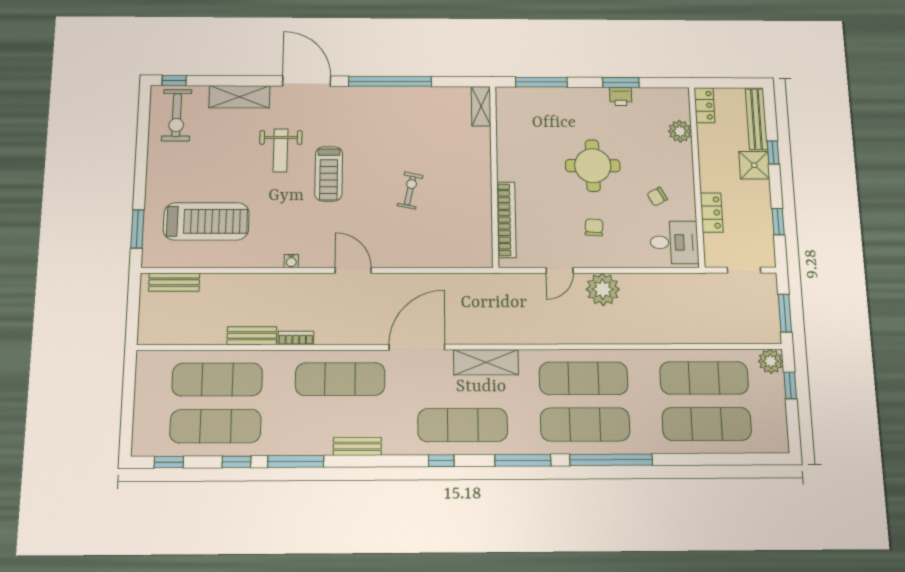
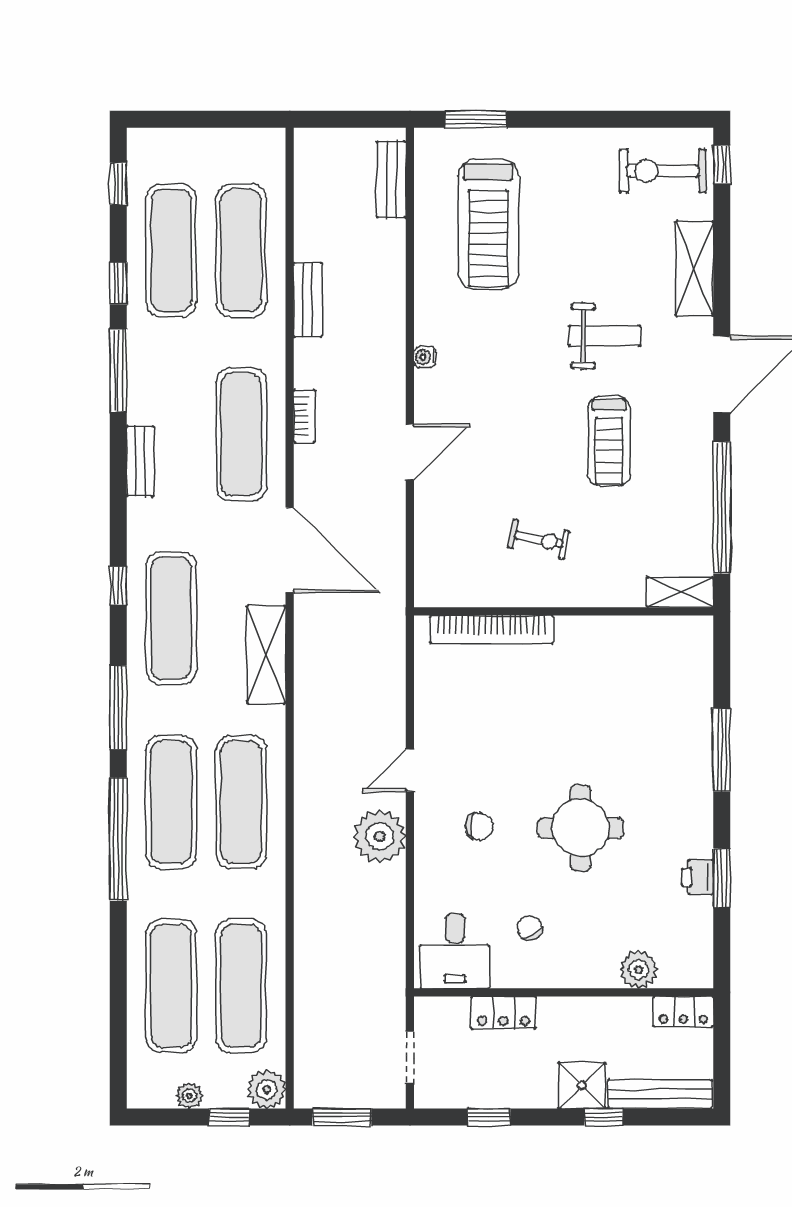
shelving: (481, 106) -> (680, 592), moved
weight bench: (281, 150) -> (605, 336), turned 180
treadmill: (329, 174) -> (609, 441), moved, turned -90
wall: (494, 176) -> (564, 611), moved
bookcase: (506, 220) -> (491, 629), moved
door: (560, 270) -> (410, 770), hinge flipped
bookcase: (296, 338) -> (304, 416), moved
plant: (778, 412) -> (189, 1096), added

